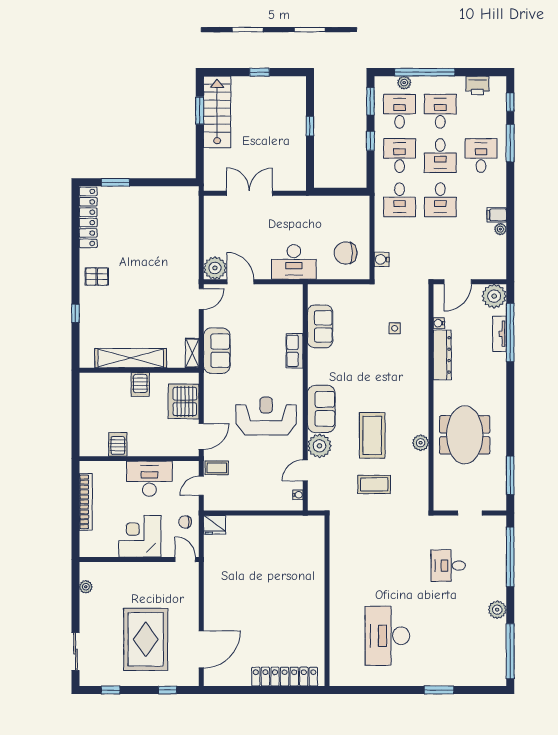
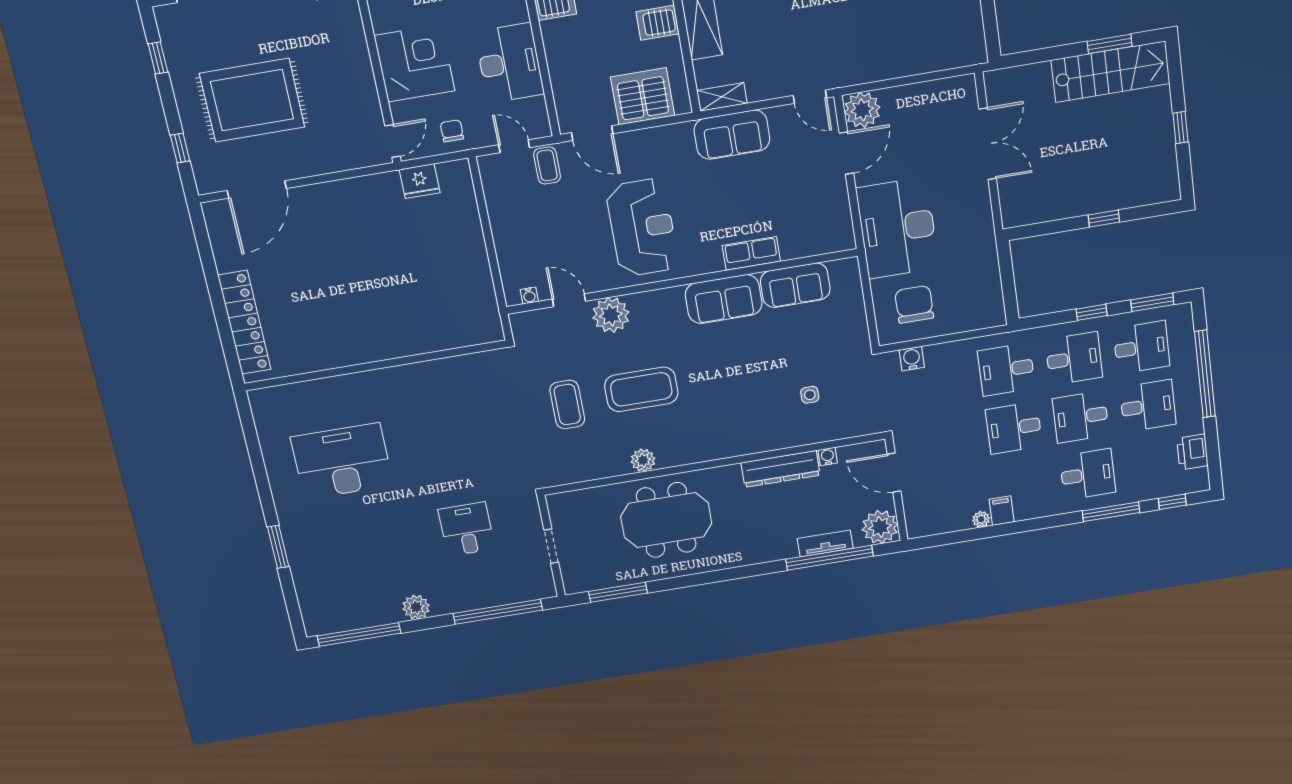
plant: (404, 83) -> (1186, 347), removed
desk: (294, 262) -> (897, 228), width x1.36, depth x1.30
sofa: (321, 409) -> (724, 299), moved
fridge: (215, 525) -> (420, 181), moved, turned -90
door: (201, 649) -> (257, 189), hinge flipped

